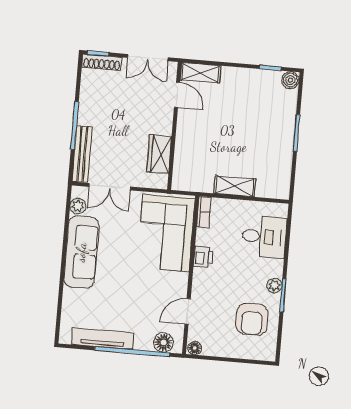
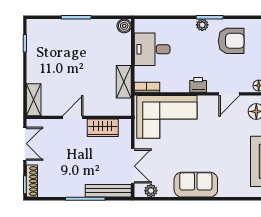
boiler: (290, 80) -> (124, 26), moved
door: (177, 95) -> (73, 117), moved
shelving: (235, 186) -> (124, 82), moved
desk: (264, 237) -> (152, 49), moved, turned -90
sofa: (81, 252) -> (196, 185), width x0.73
printer: (203, 257) -> (198, 85), moved
door: (188, 311) -> (229, 94), hinge flipped

